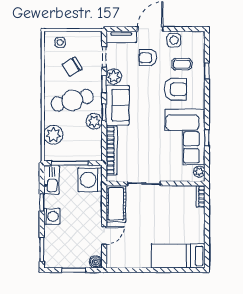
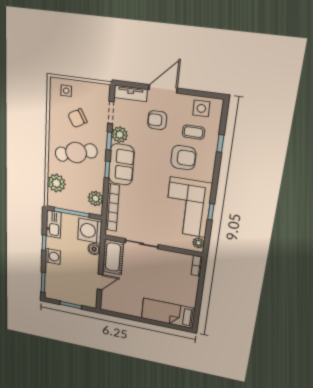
side table: (174, 40) -> (201, 108), moved
plant: (94, 121) -> (96, 198), moved
boiler: (96, 262) -> (94, 249), moved

